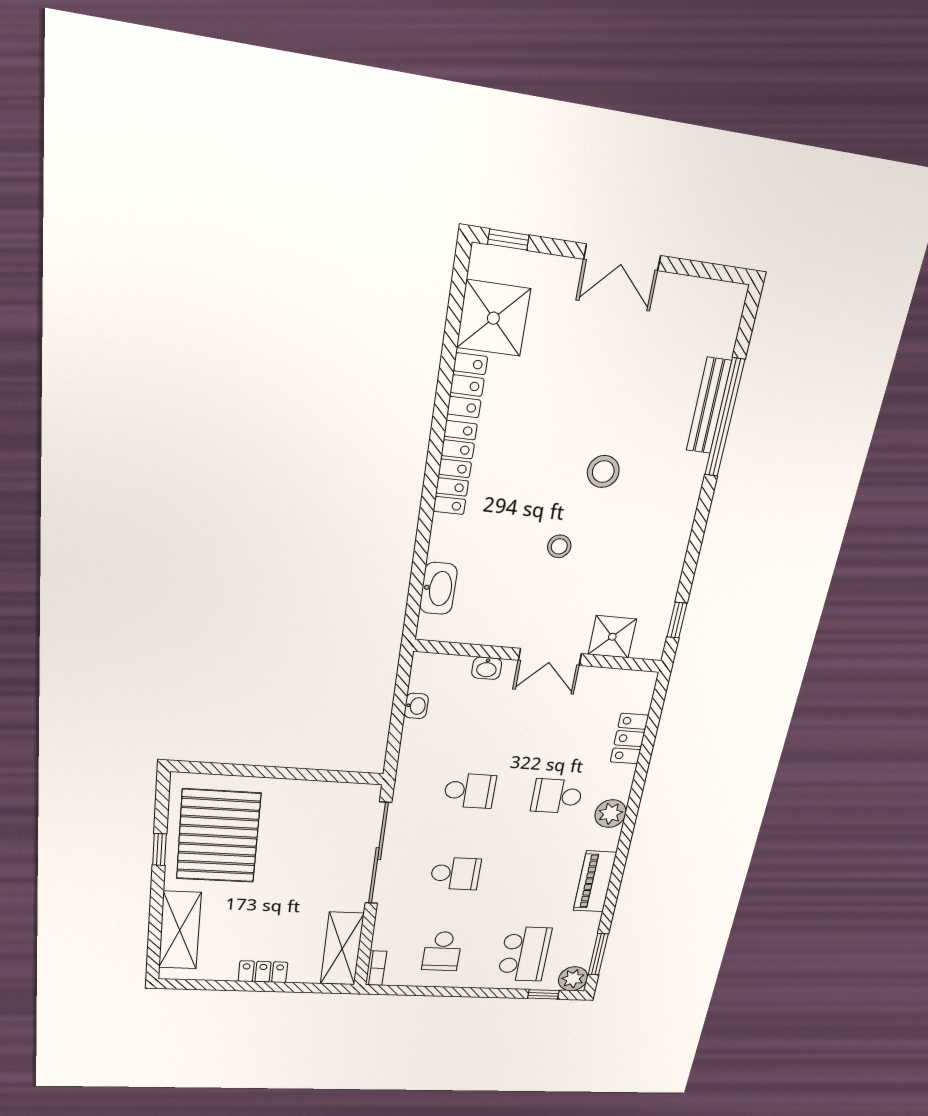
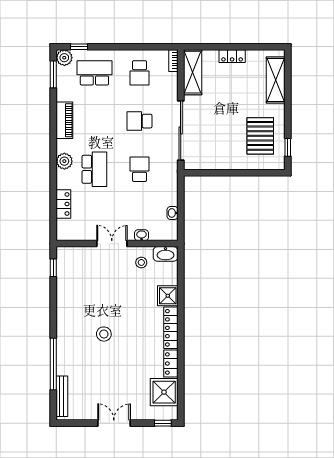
bench: (709, 406) -> (62, 396), moved
stool: (559, 546) -> (141, 262), moved
washbasin: (438, 588) -> (166, 254), moved, turned -90
shower: (612, 637) -> (168, 296), moved
school desk: (470, 791) -> (140, 169), turned 90
school desk: (557, 796) -> (94, 169), width x1.85
pallet: (218, 836) -> (260, 136), width x0.73, depth x0.71
window: (159, 850) -> (288, 147), moved
school desk: (442, 951) -> (140, 73), turned 180
school desk: (524, 954) -> (94, 73), turned 90

